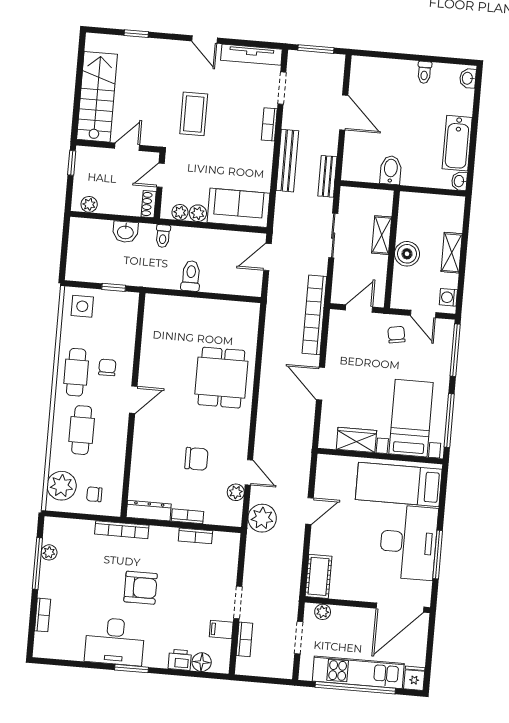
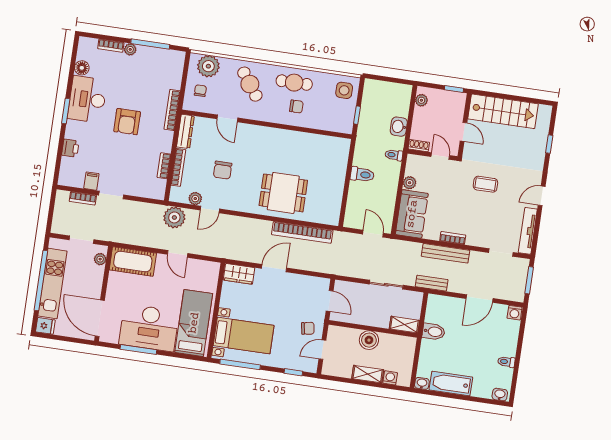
washing machine: (359, 66) -> (515, 313), added
coffee table: (194, 114) -> (485, 184), width x0.73, depth x0.77
bookcase: (269, 124) -> (453, 238), moved
plant: (180, 212) -> (411, 169), removed
shelving: (382, 235) -> (404, 325), moved
washing machine: (448, 297) -> (390, 378), moved
bookcase: (314, 315) -> (302, 232), moved, turned 180
window: (455, 350) -> (293, 372), width x0.46
door: (133, 400) -> (227, 118), moved
cafe table: (82, 430) -> (250, 84), turned 54
wardrobe: (356, 440) -> (239, 274), moved, turned 90
bookcase: (188, 516) -> (178, 167), width x1.56
plant: (49, 552) -> (130, 49), moved
cot: (319, 576) -> (133, 262), width x1.37, depth x1.34
floor lamp: (202, 662) -> (82, 68), moved

